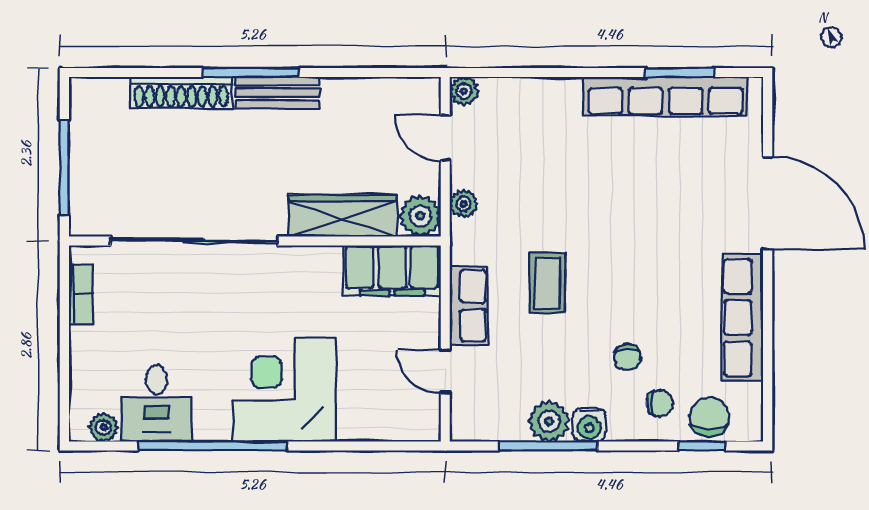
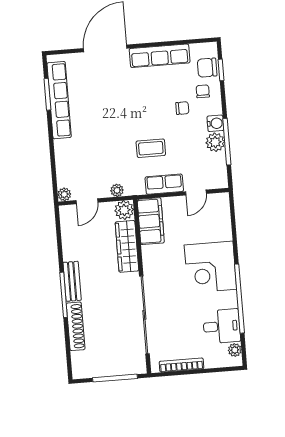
bookcase: (81, 294) -> (181, 365), width x1.56

